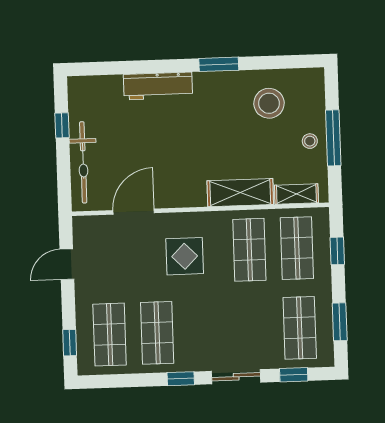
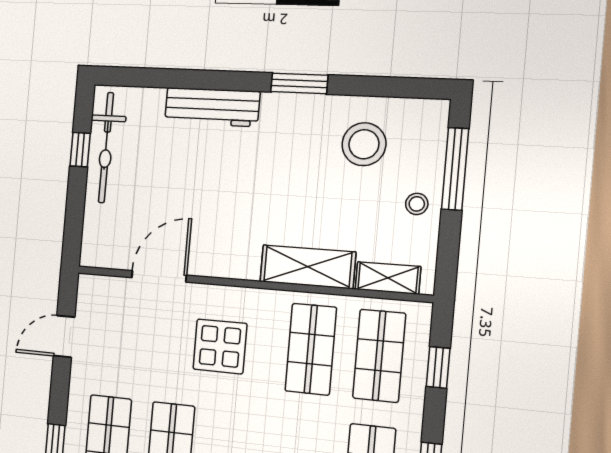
window: (333, 138) -> (455, 169), moved
bicycle: (83, 162) -> (106, 148), moved

